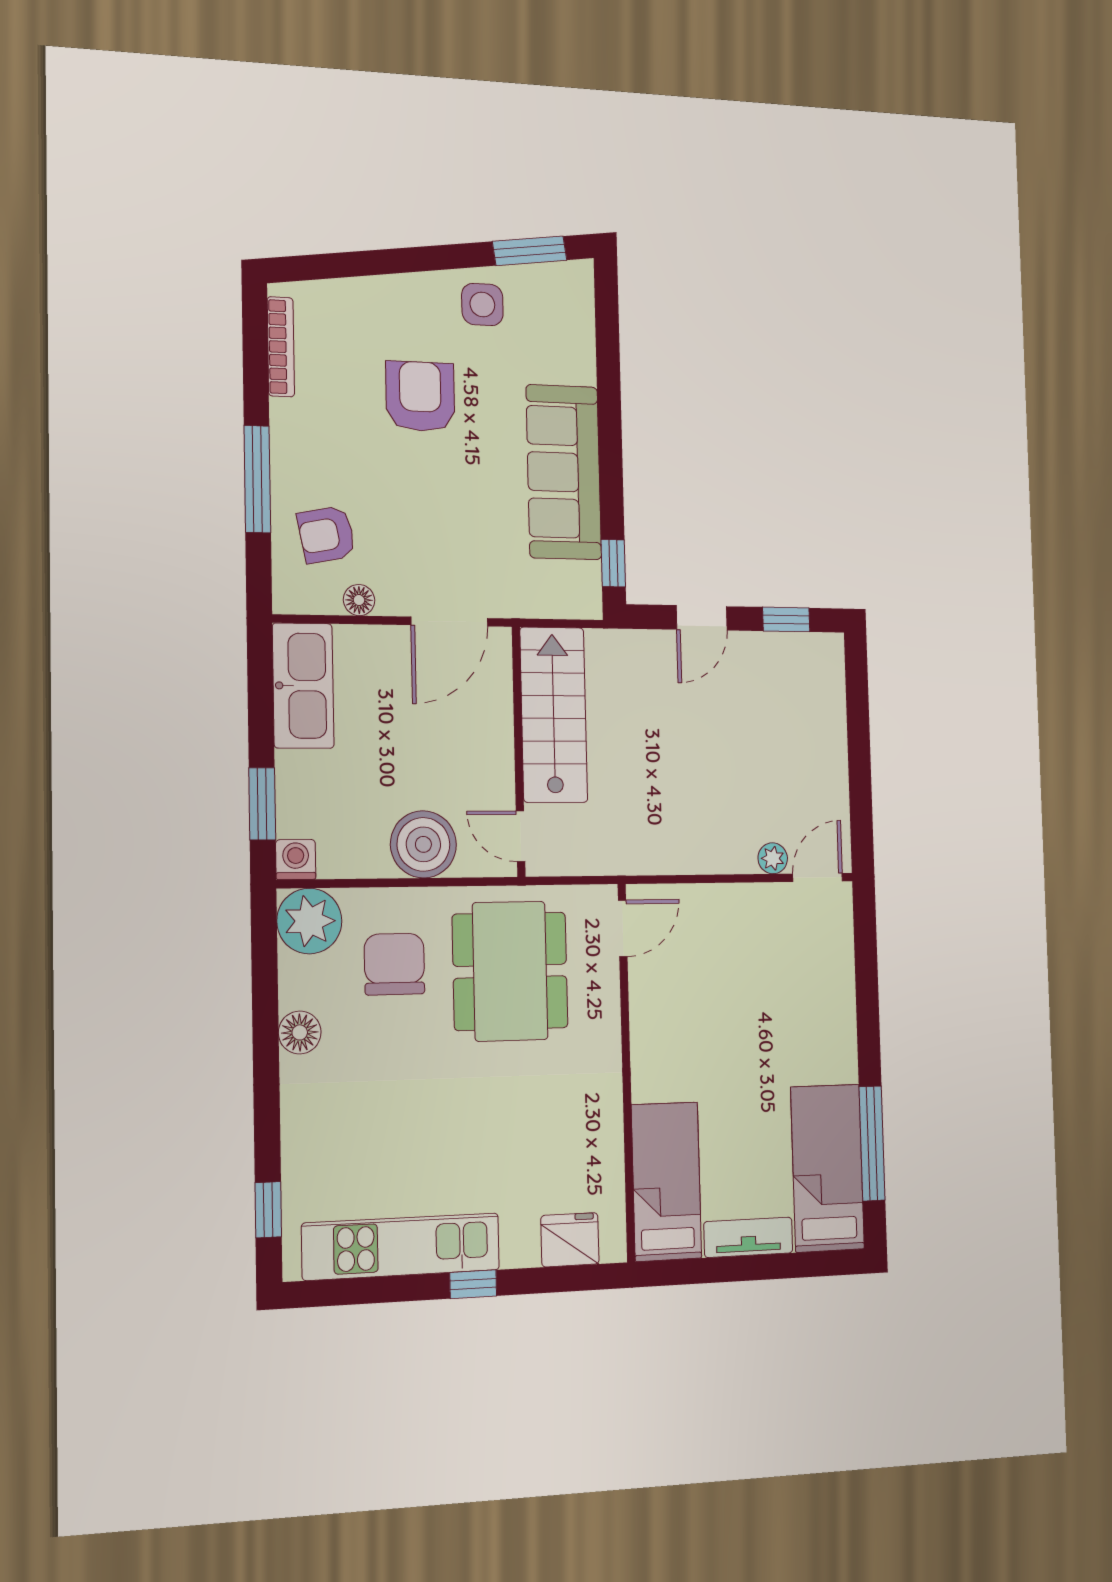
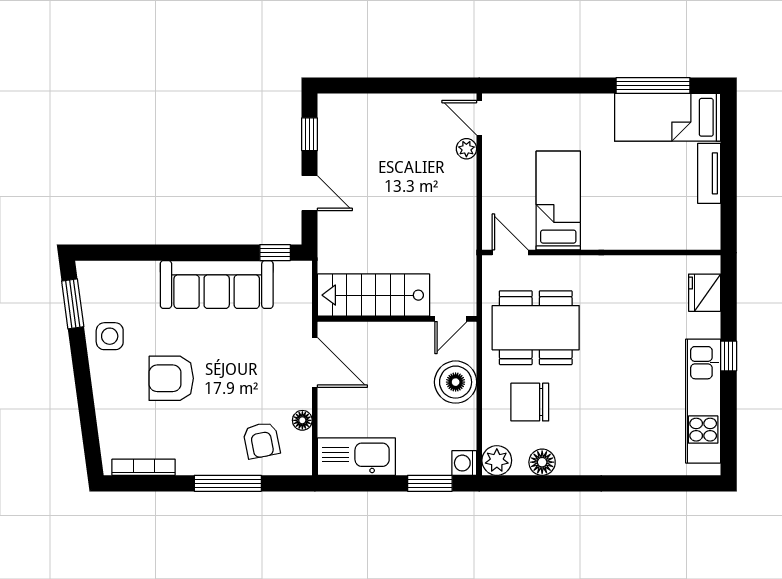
plant: (309, 921) -> (497, 460), width x0.73, depth x0.73
floor lamp: (300, 1032) -> (542, 462), moved
bed: (666, 1181) -> (558, 201), moved, turned 90
window: (268, 1210) -> (677, 483), removed

